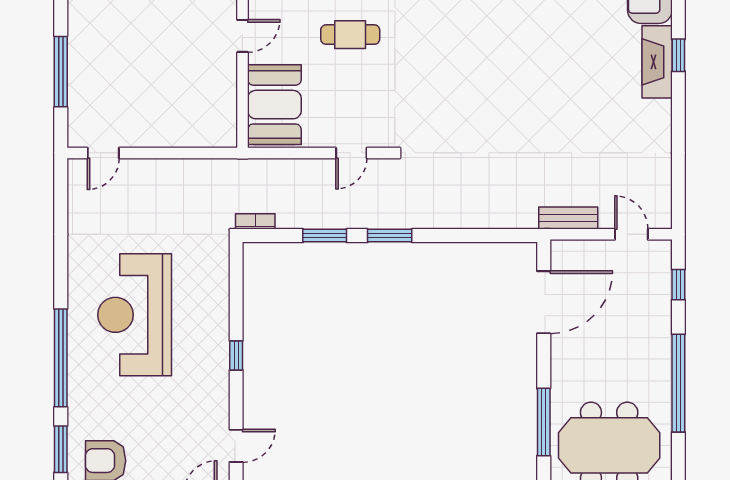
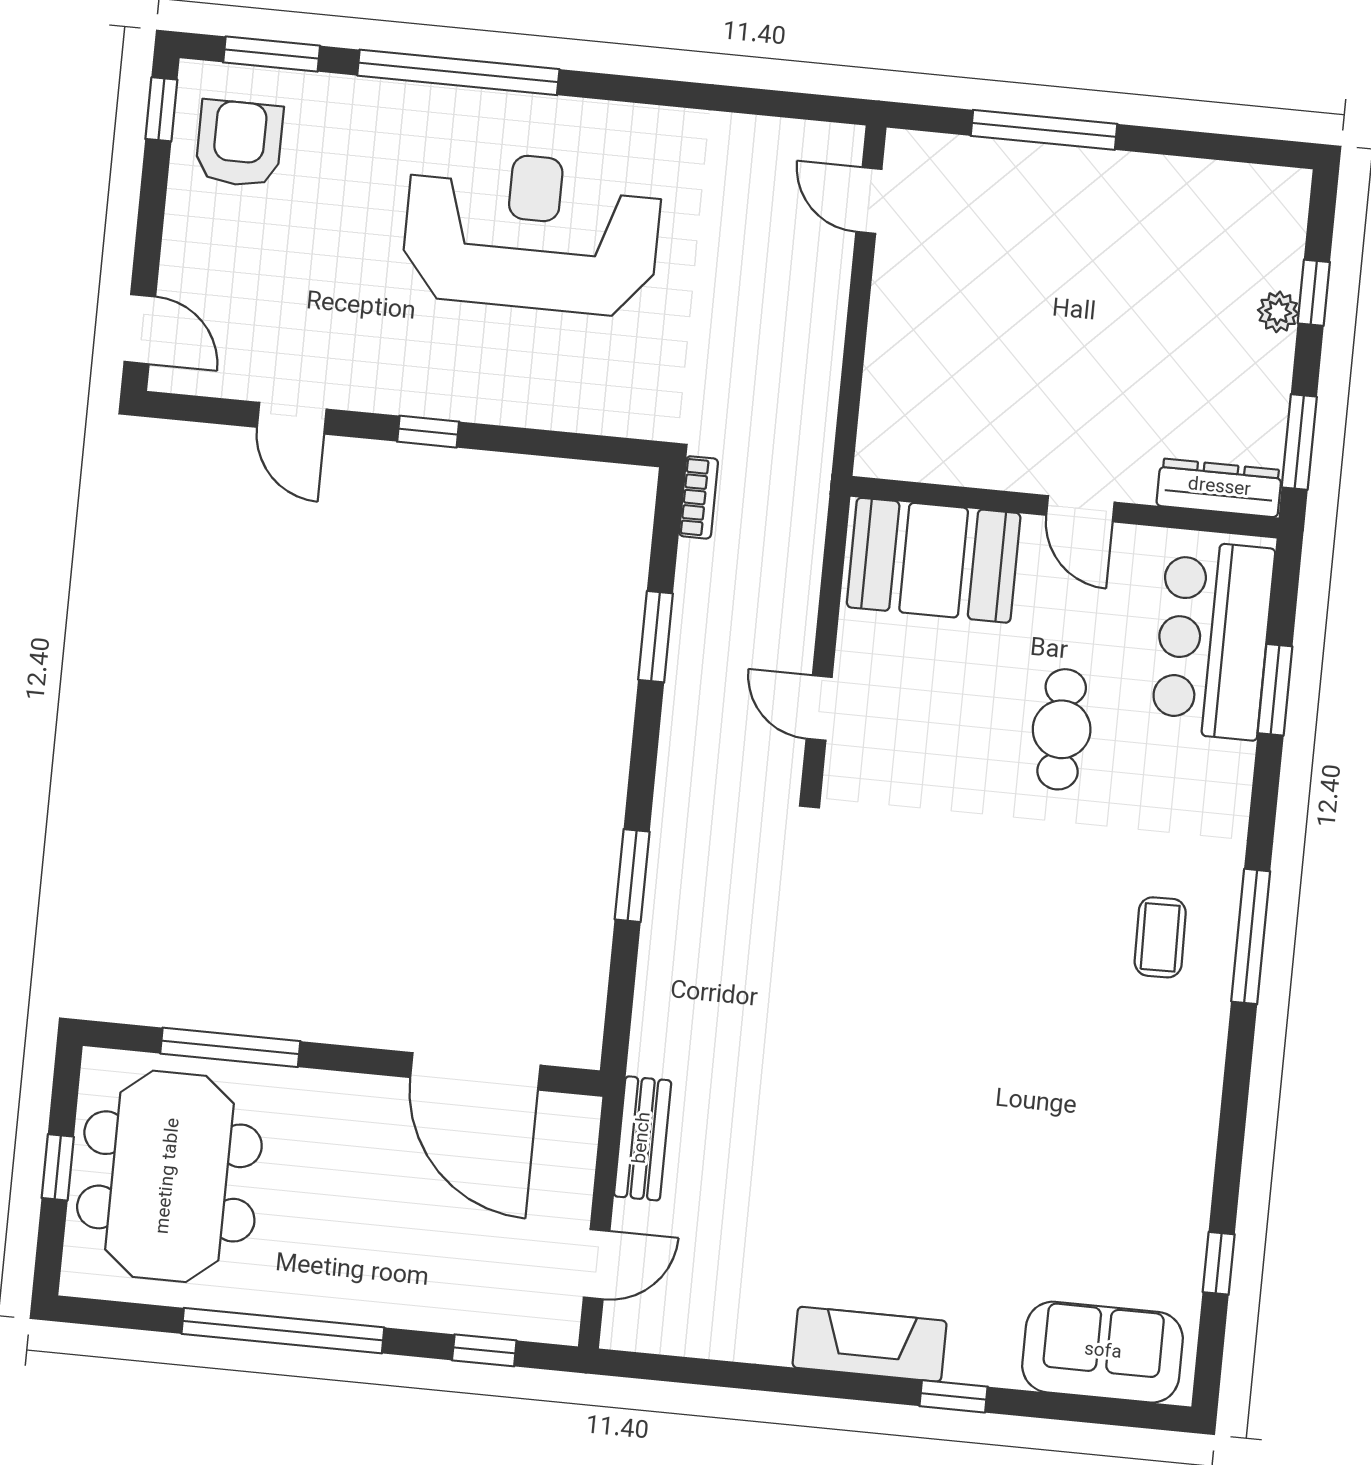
fireplace: (657, 62) -> (870, 1344), moved
window: (390, 236) -> (632, 876), moved
door: (236, 446) -> (292, 418), moved

